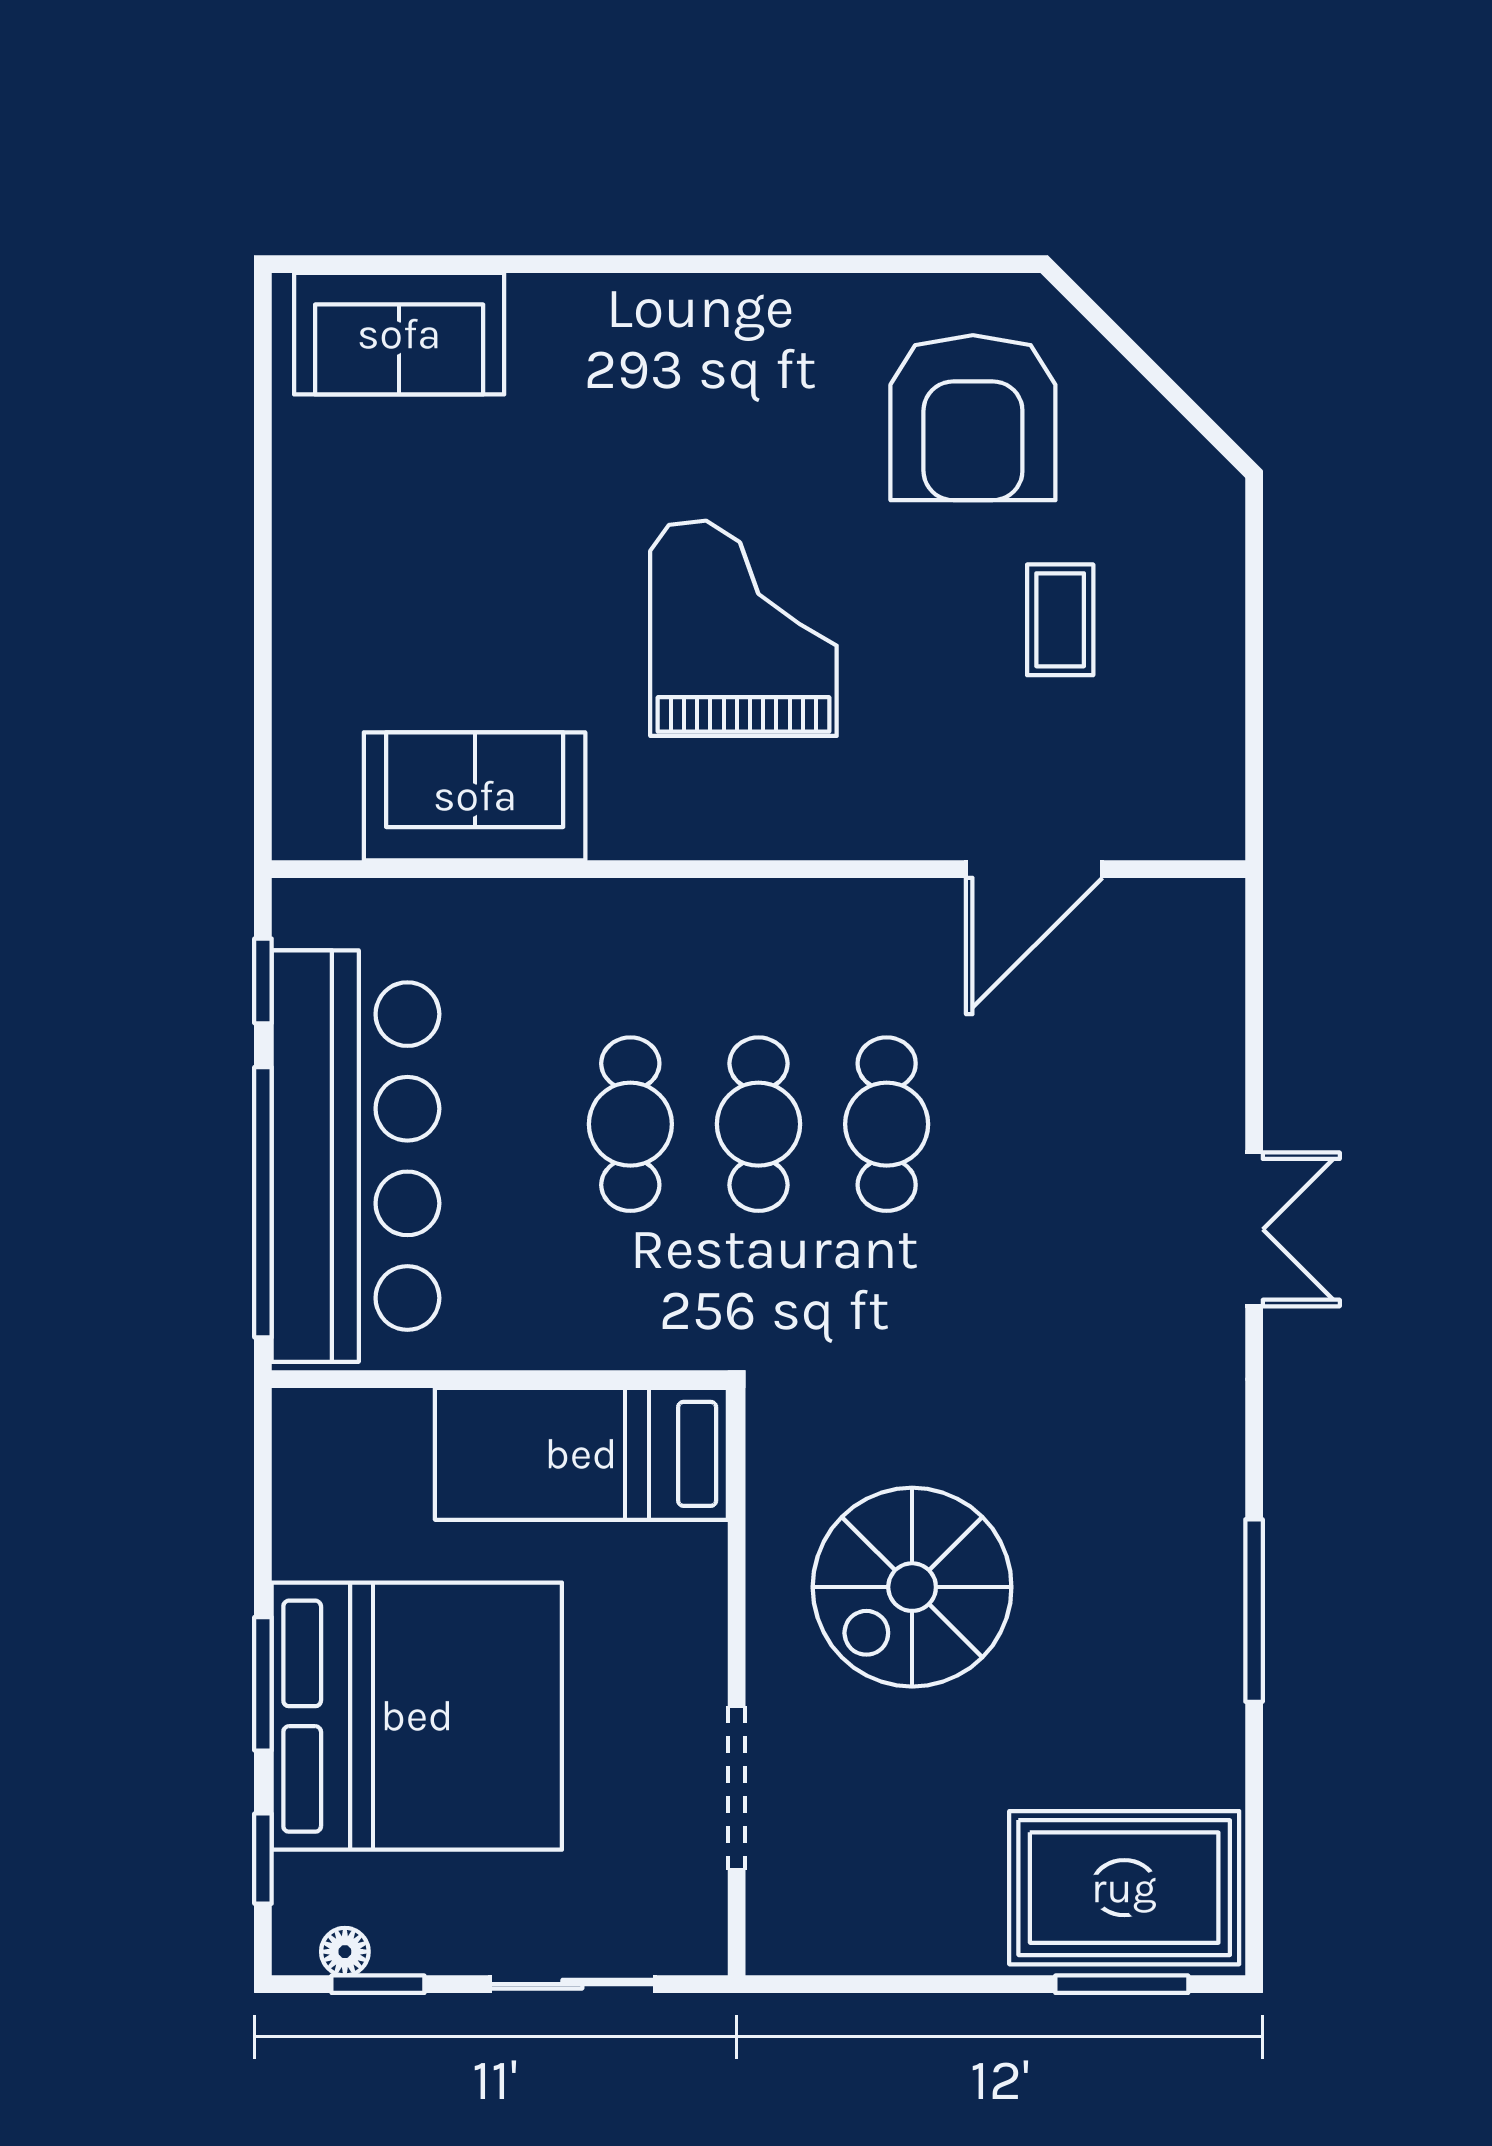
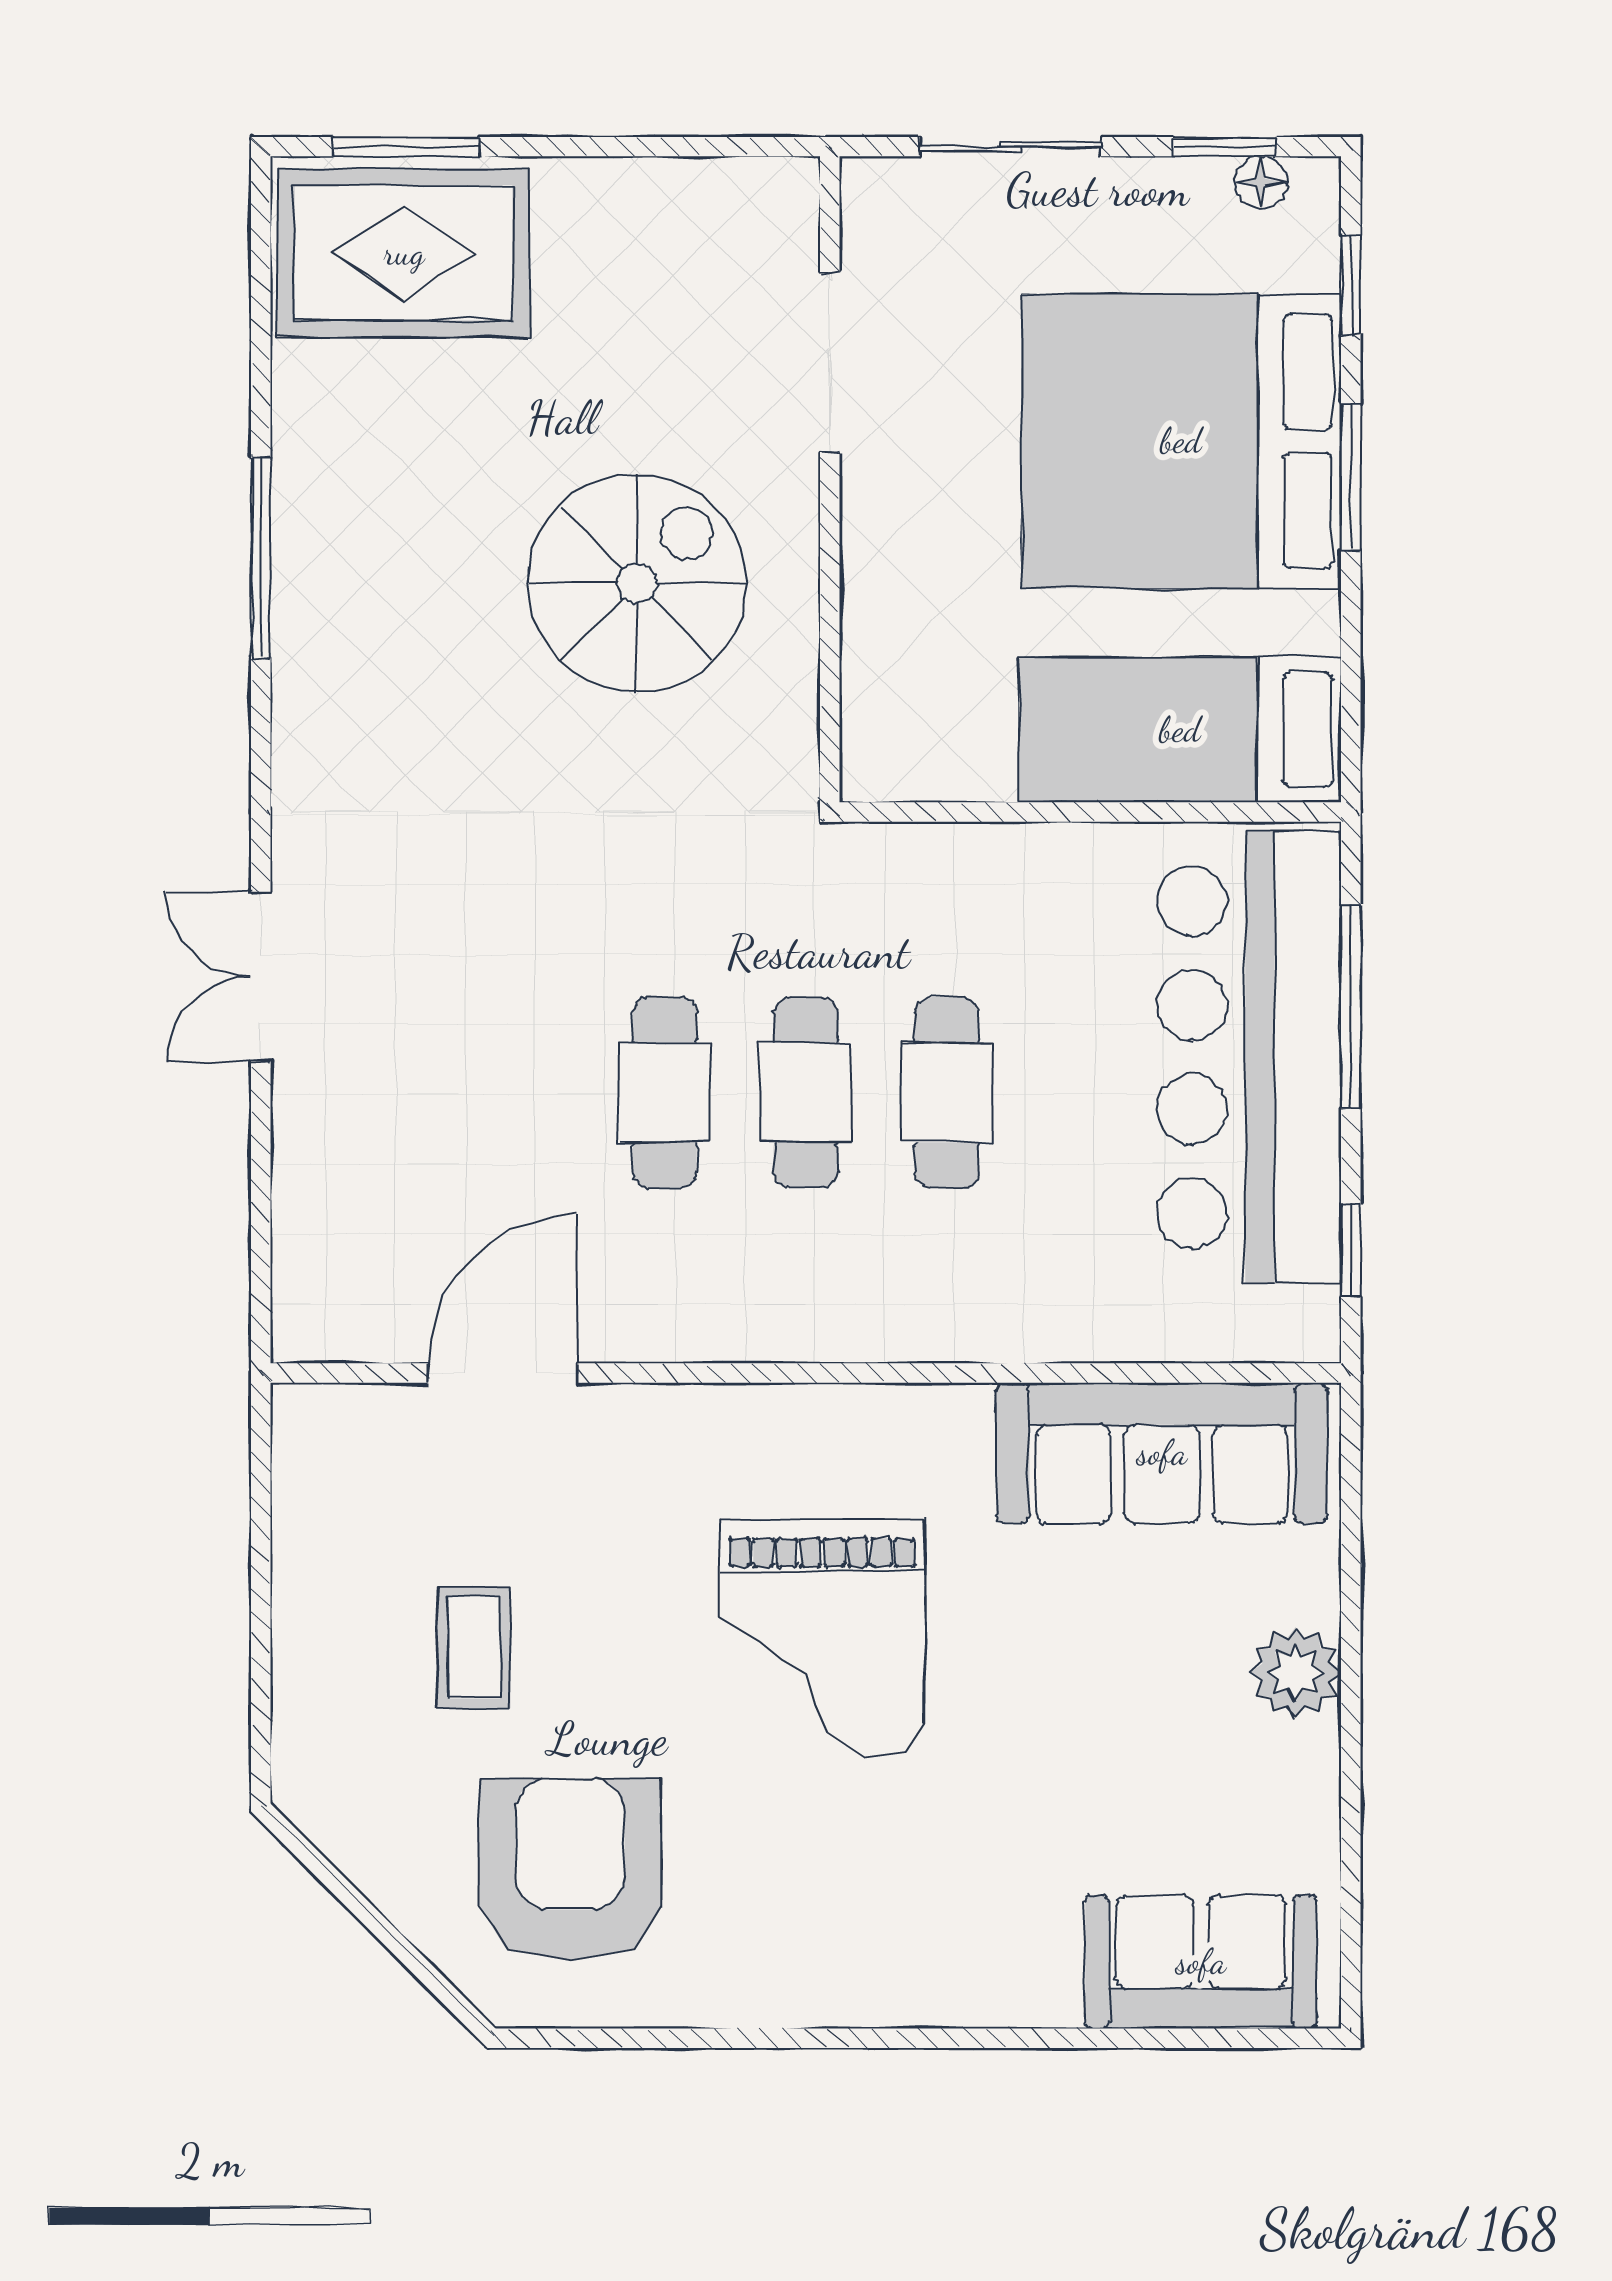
plant: (313, 597) -> (1296, 1673), added
sofa: (475, 796) -> (1162, 1453), width x1.36
window: (263, 1202) -> (1351, 1007), width x0.68
bed: (581, 1454) -> (1180, 730), moved, turned 180

